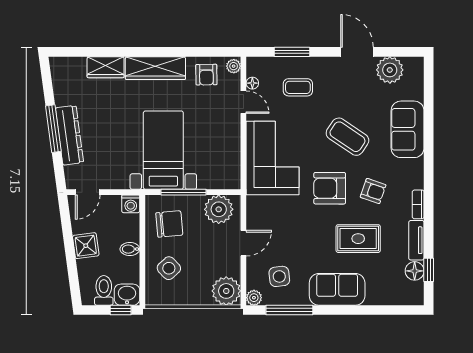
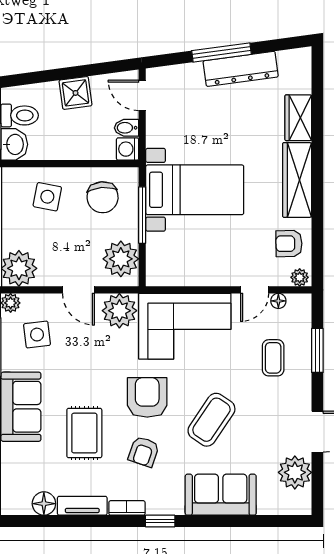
dresser: (69, 135) -> (241, 69), moved
plant: (260, 210) -> (119, 311), added
bidet: (130, 249) -> (127, 128), moved, turned -90
side table: (169, 268) -> (47, 197), turned -36
window: (429, 270) -> (160, 521), moved

